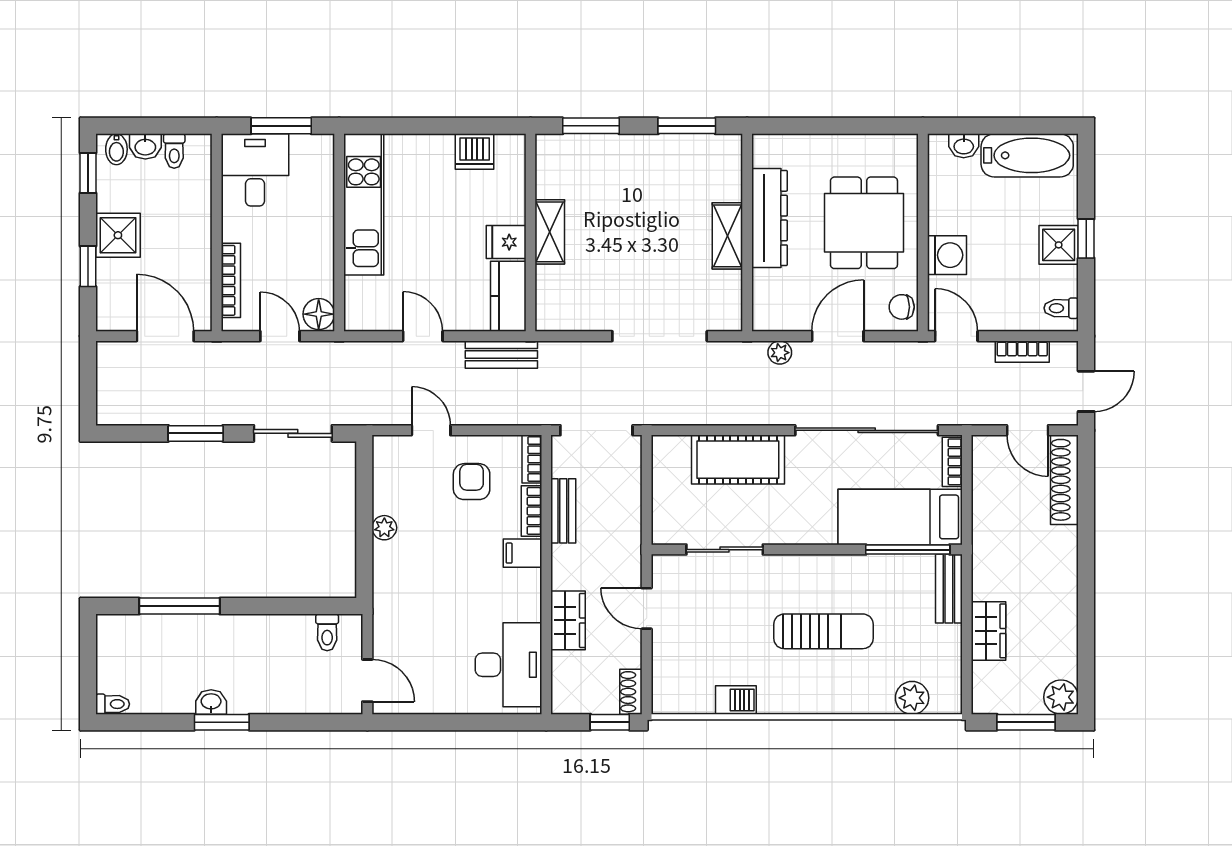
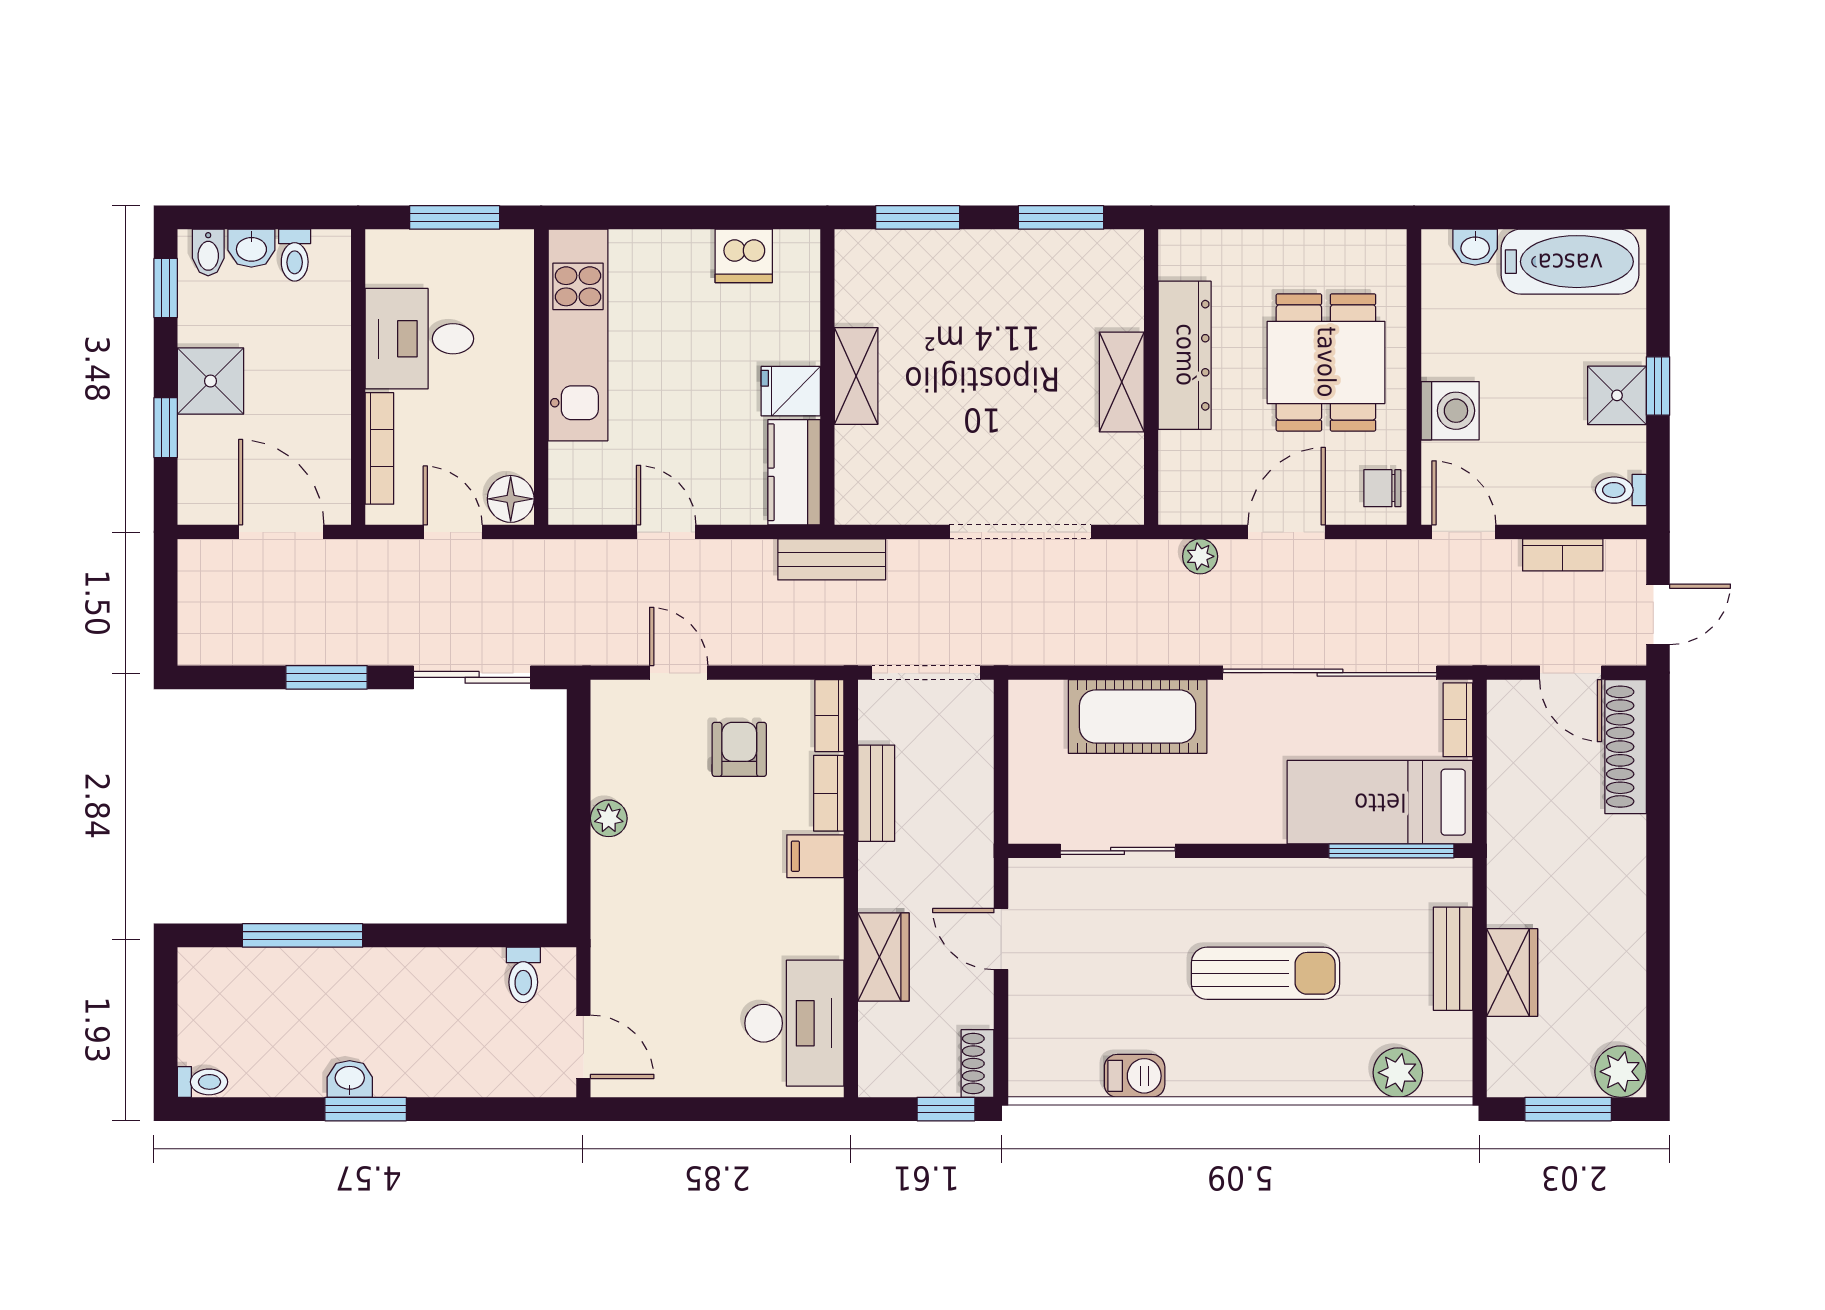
desk: (255, 170) -> (419, 339), moved, turned -90
bench: (501, 355) -> (832, 559), moved
bench: (949, 589) -> (1453, 959), moved

